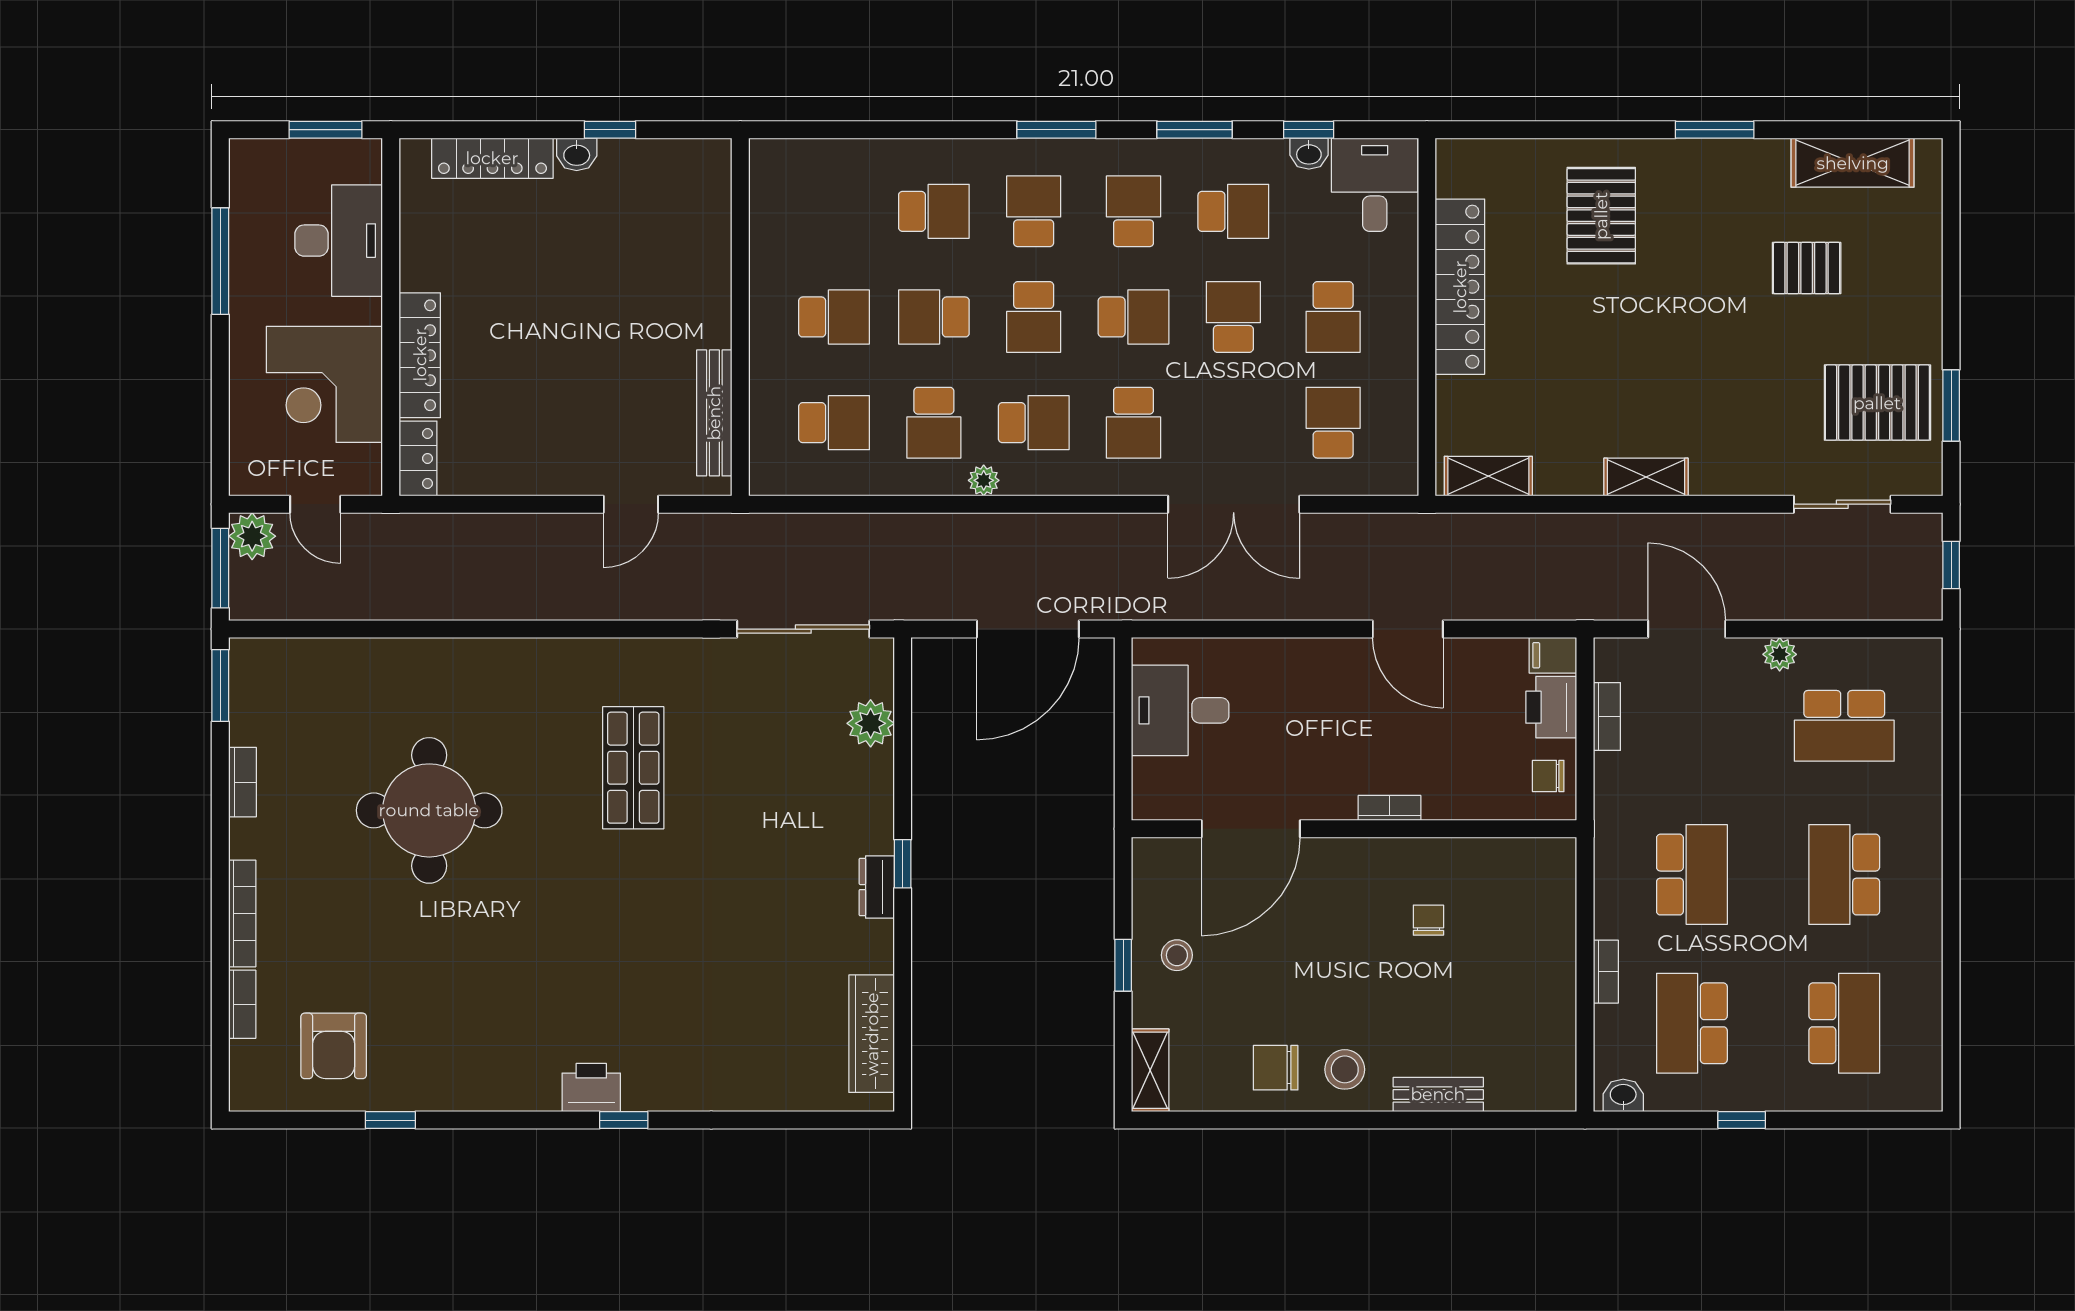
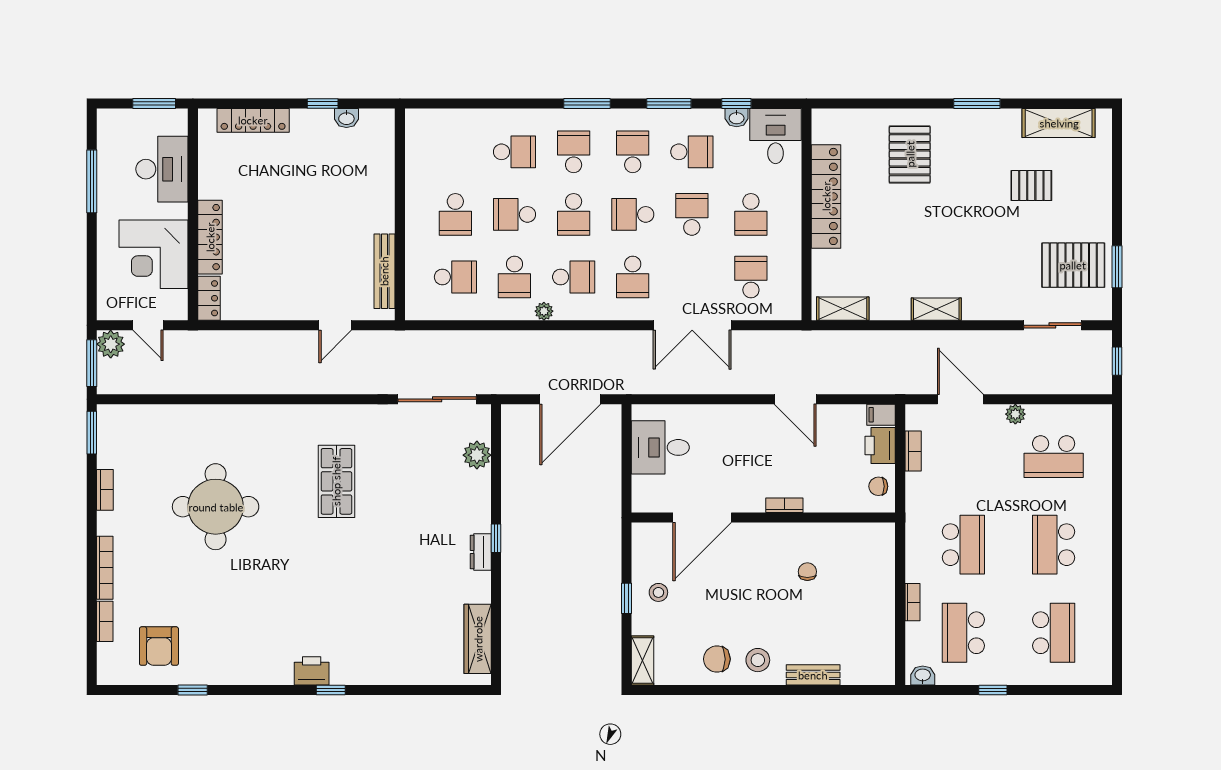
washbasin: (577, 154) -> (346, 118), moved
school desk: (834, 317) -> (455, 214), turned 90
school desk: (1134, 317) -> (633, 214), turned 180

